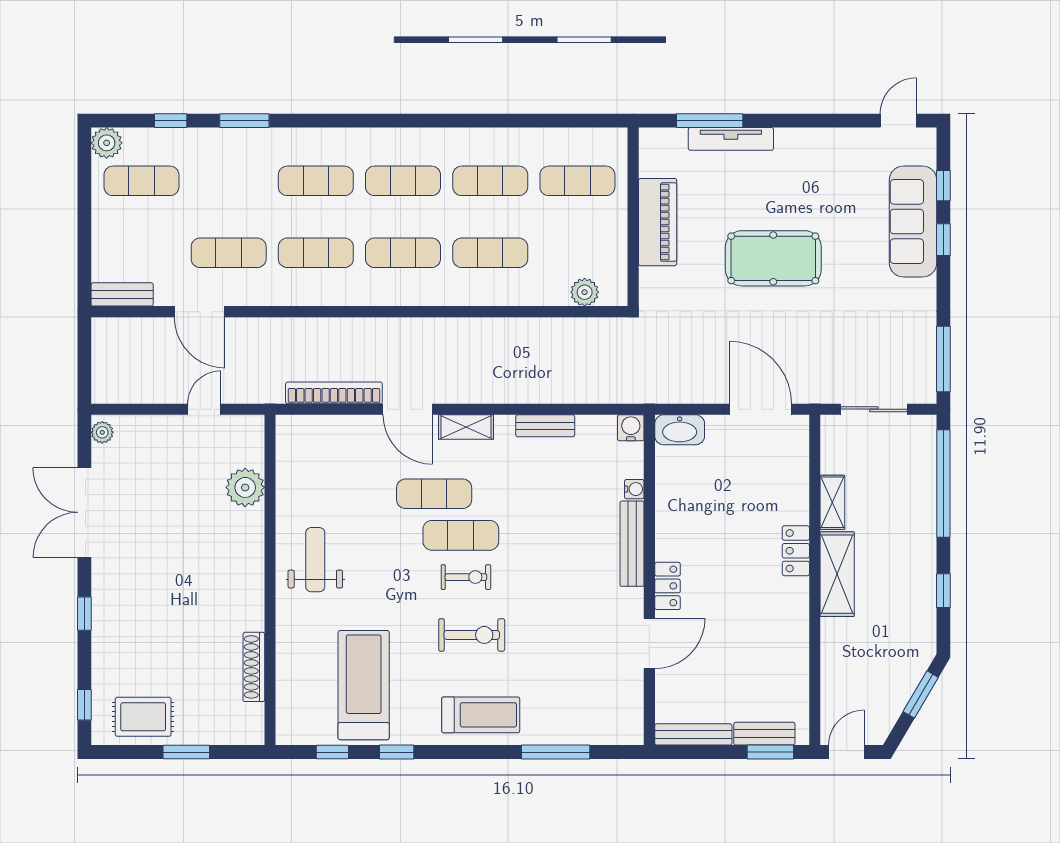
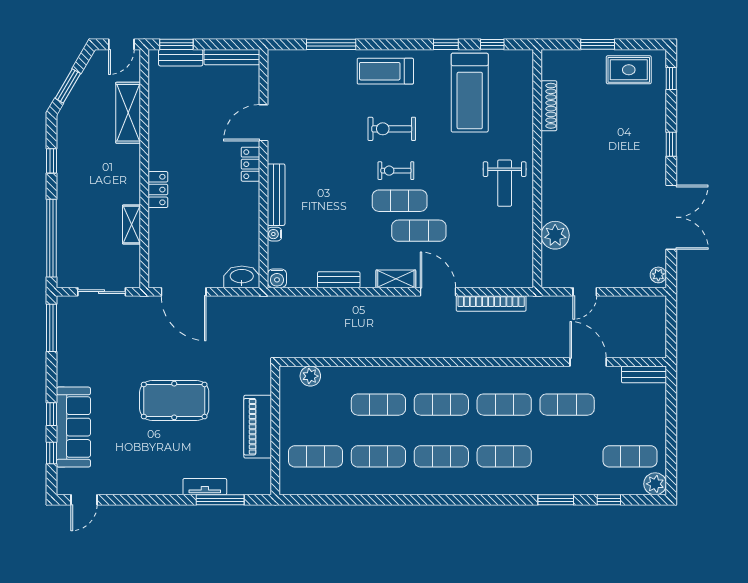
tv unit: (731, 139) -> (205, 487), width x0.71
shelving: (837, 574) -> (128, 113), moved

